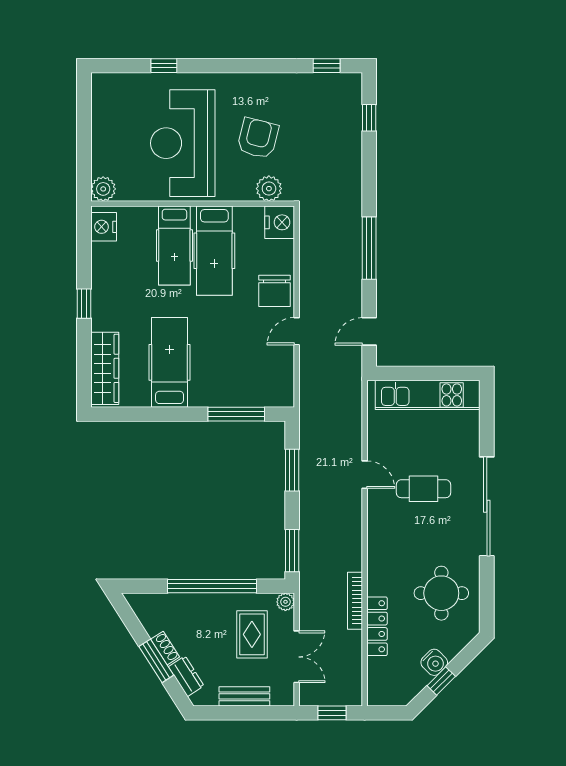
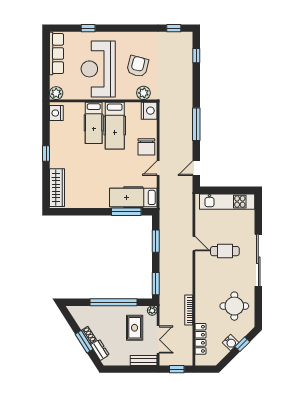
row of seats: (104, 114) -> (56, 54), added
hospital bed: (170, 362) -> (133, 197), moved, turned -90
locker: (377, 626) -> (200, 339), moved
window: (441, 681) -> (242, 344), moved
bench: (244, 696) -> (144, 360), moved

